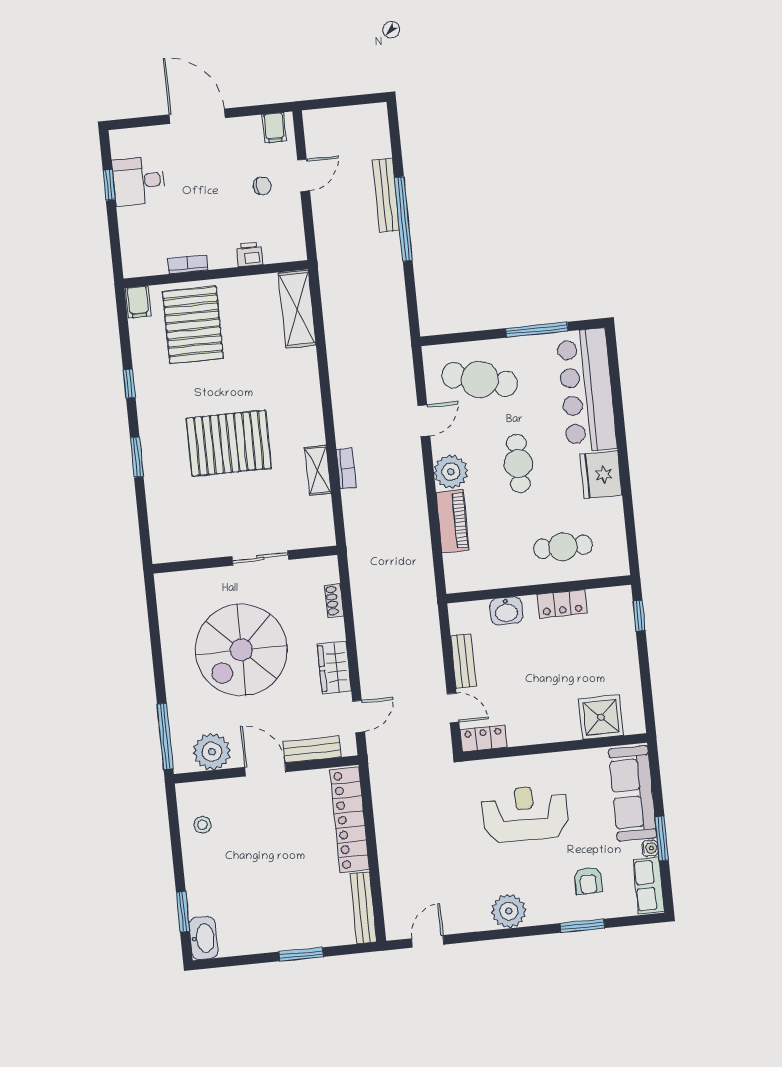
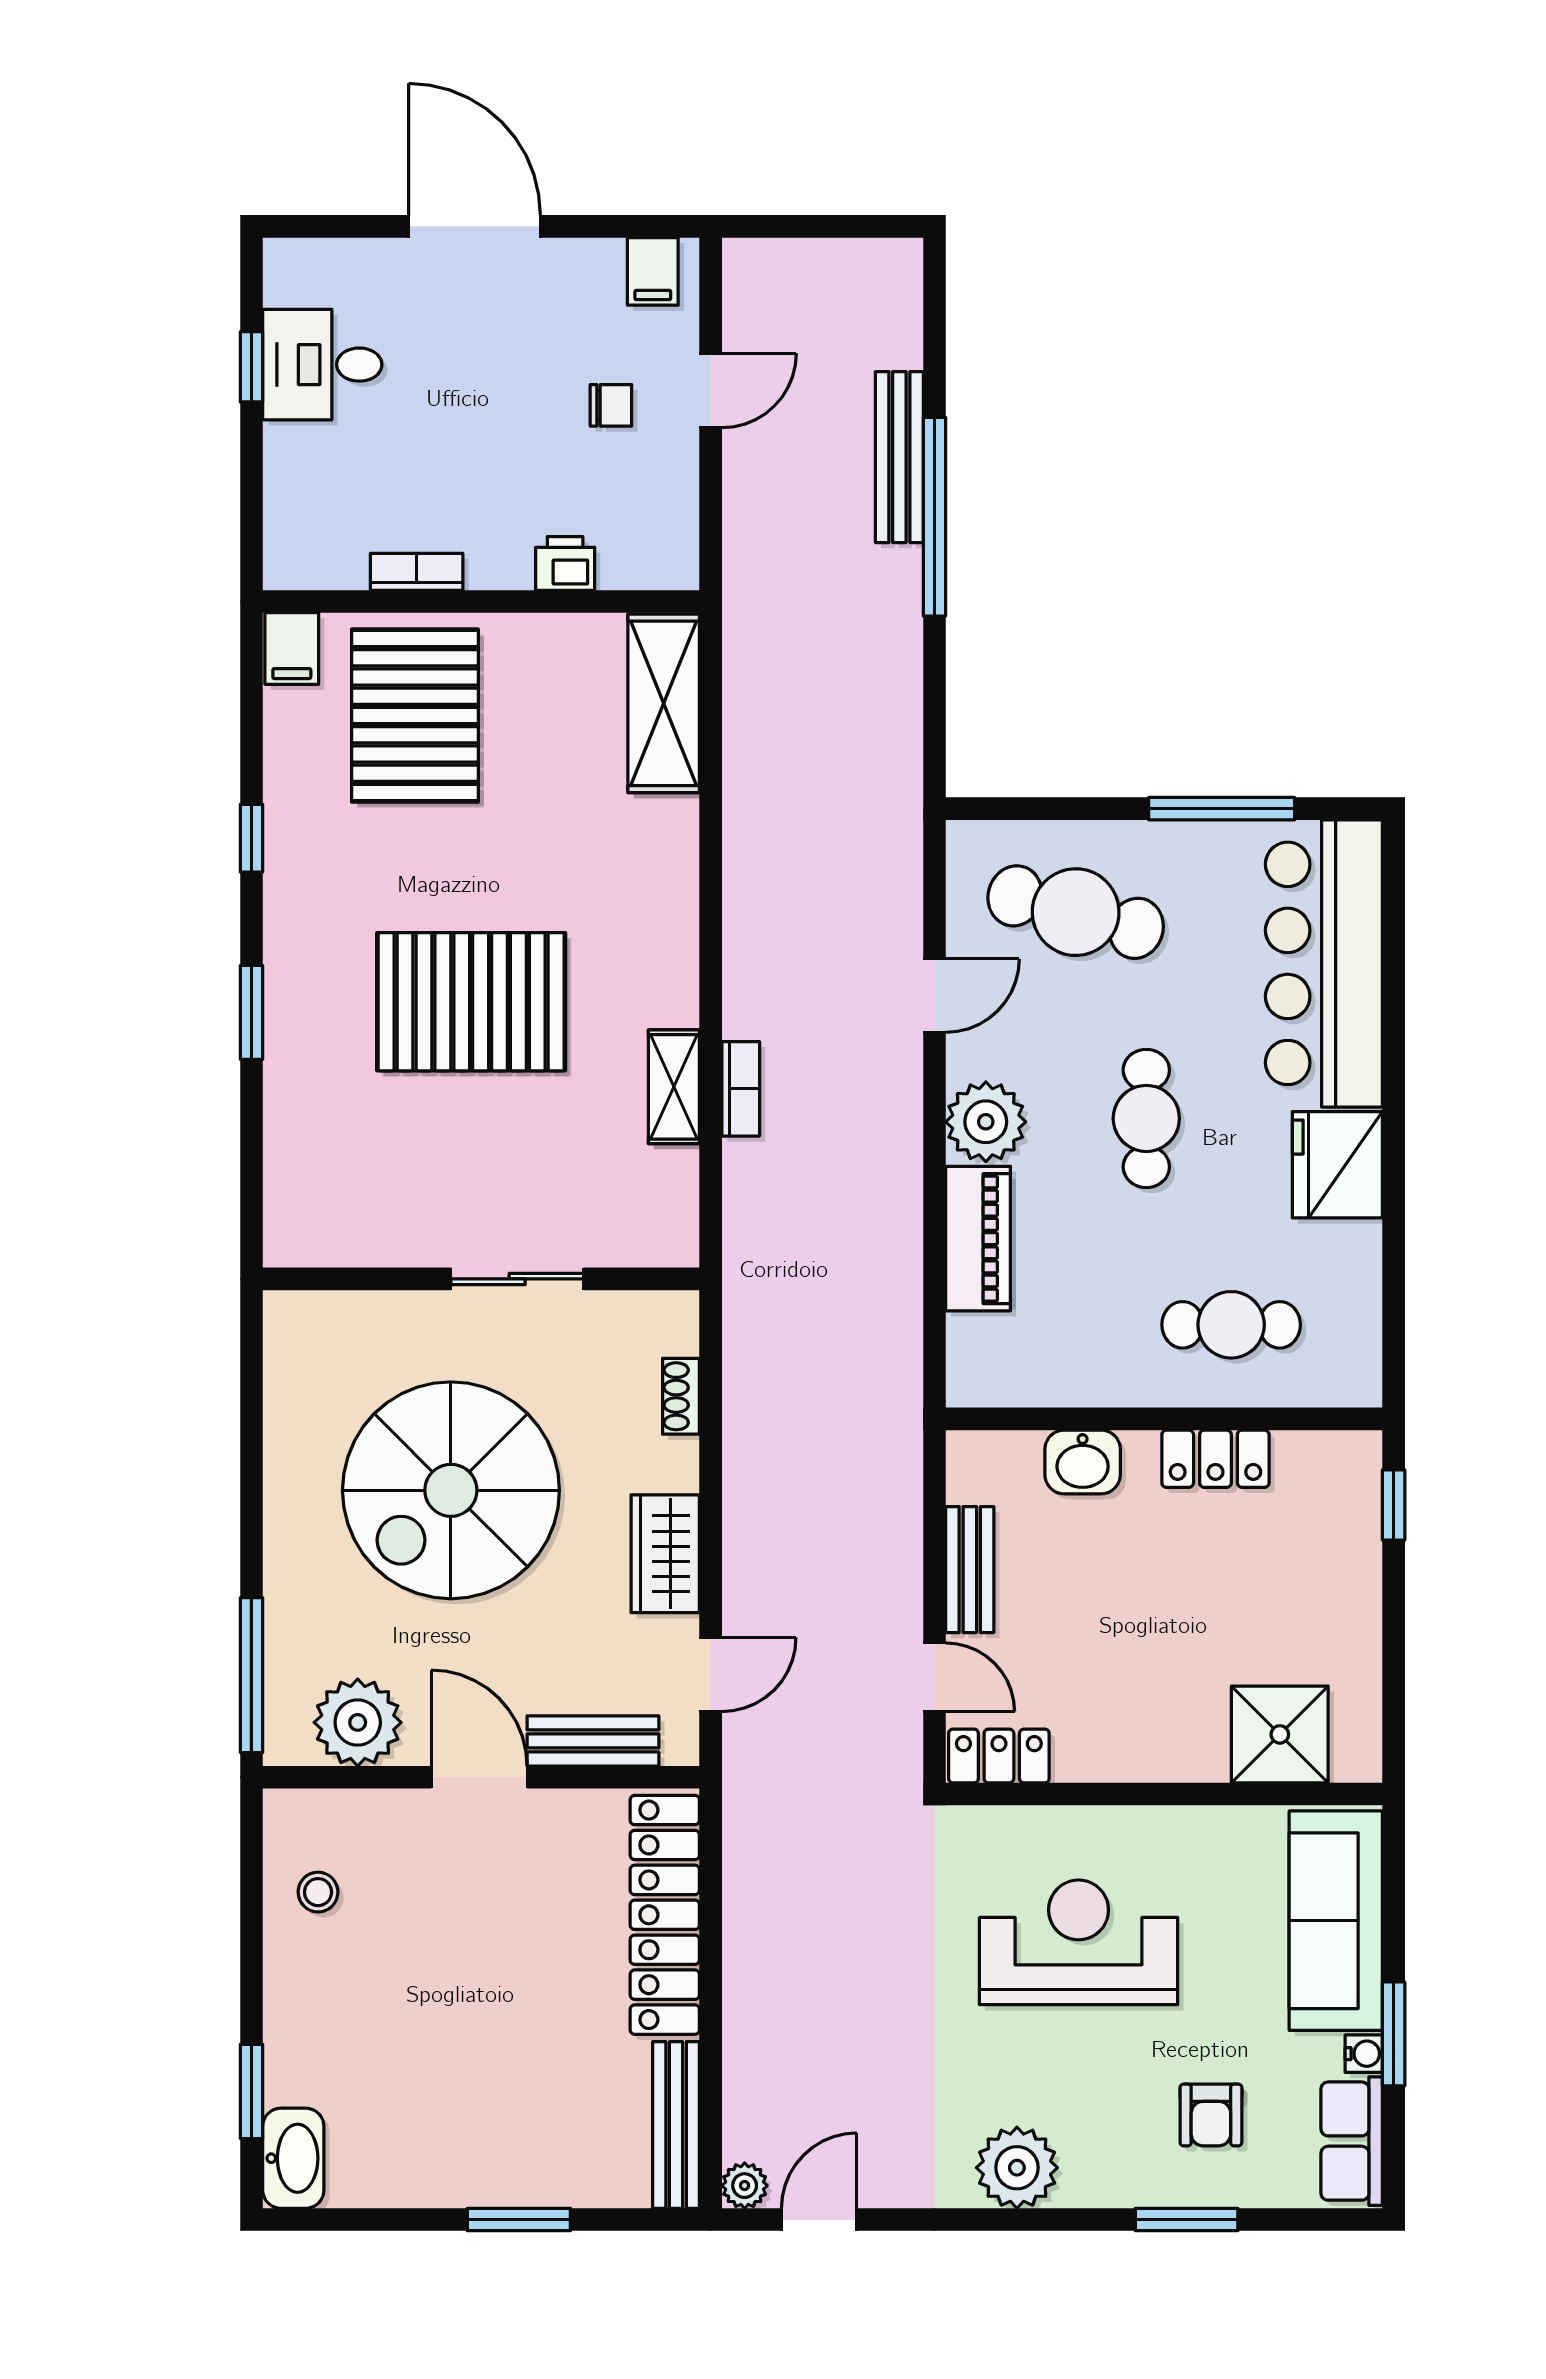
plant: (395, 930) -> (745, 2186), added

